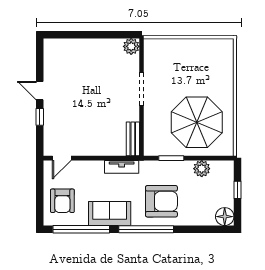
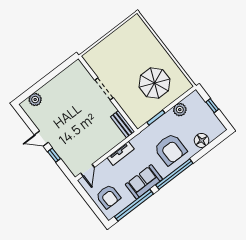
plant: (131, 46) -> (35, 100), moved
parasol: (197, 122) -> (154, 83), width x0.73, depth x0.73
tv unit: (122, 167) -> (121, 153), moved
armchair: (161, 201) -> (170, 149), turned 90
floor lamp: (225, 217) -> (202, 140), moved

